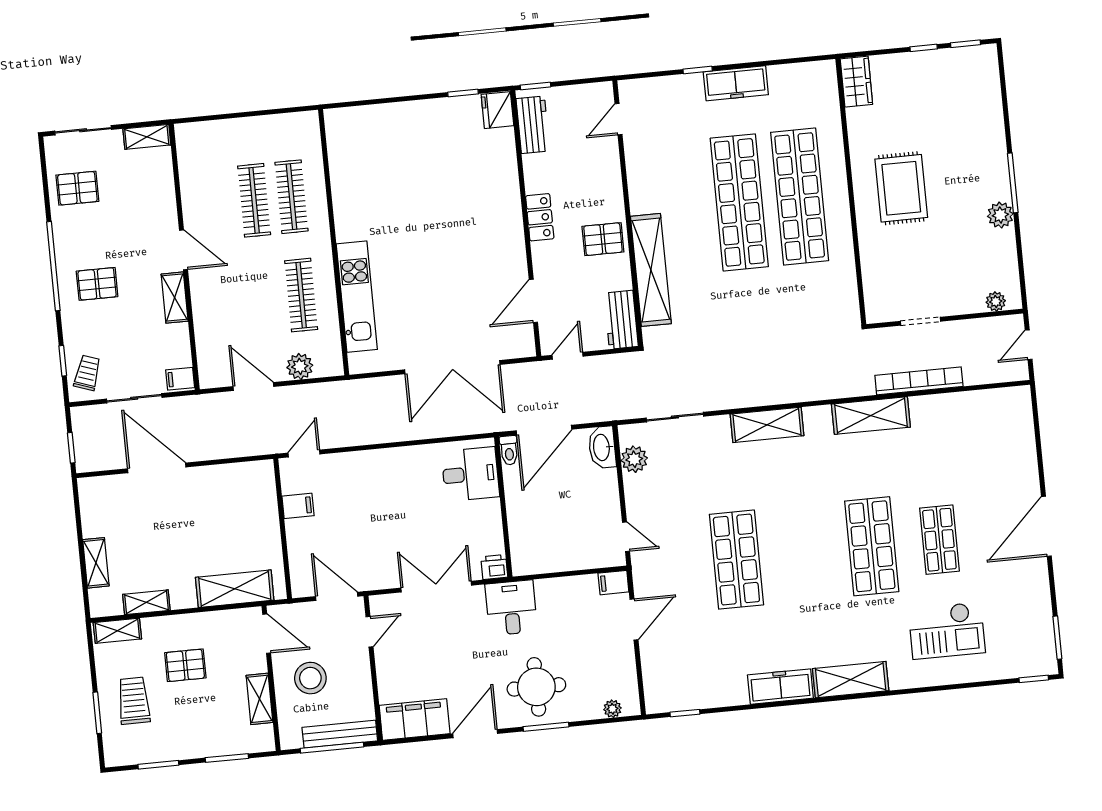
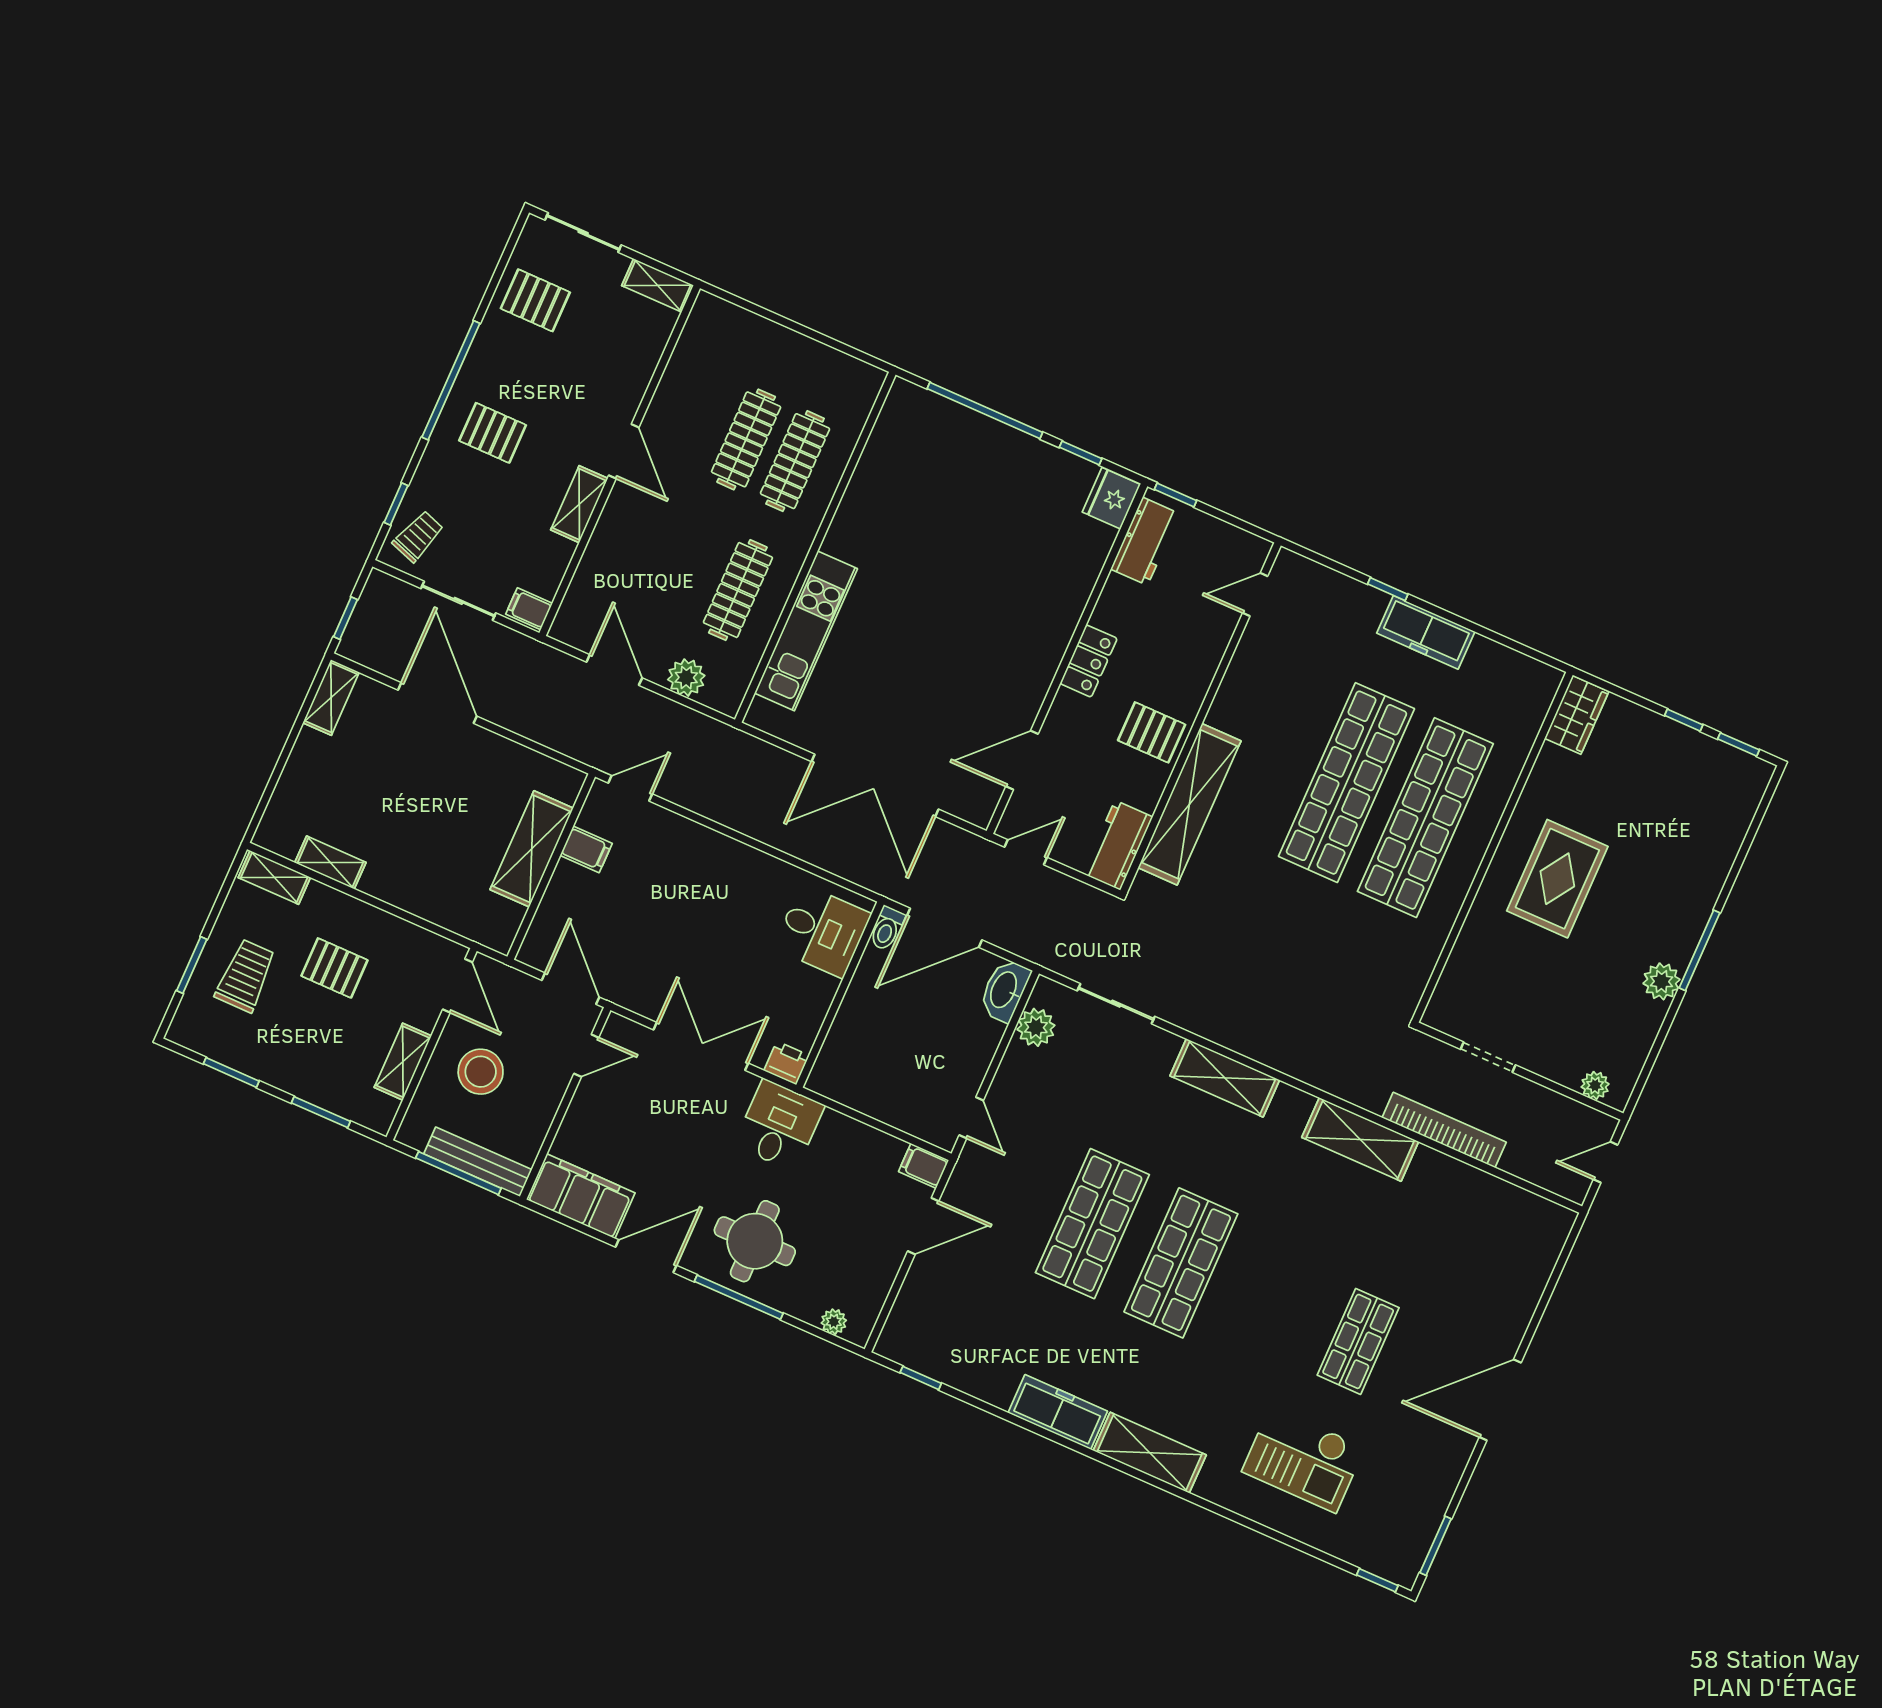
window: (390, 100) -> (985, 410), added
shop shelf: (872, 546) -> (1181, 1263), moved
shelving: (96, 563) -> (331, 697), moved
shelving: (235, 589) -> (532, 849), moved, turned 90
window: (546, 727) -> (739, 1297), width x1.44

